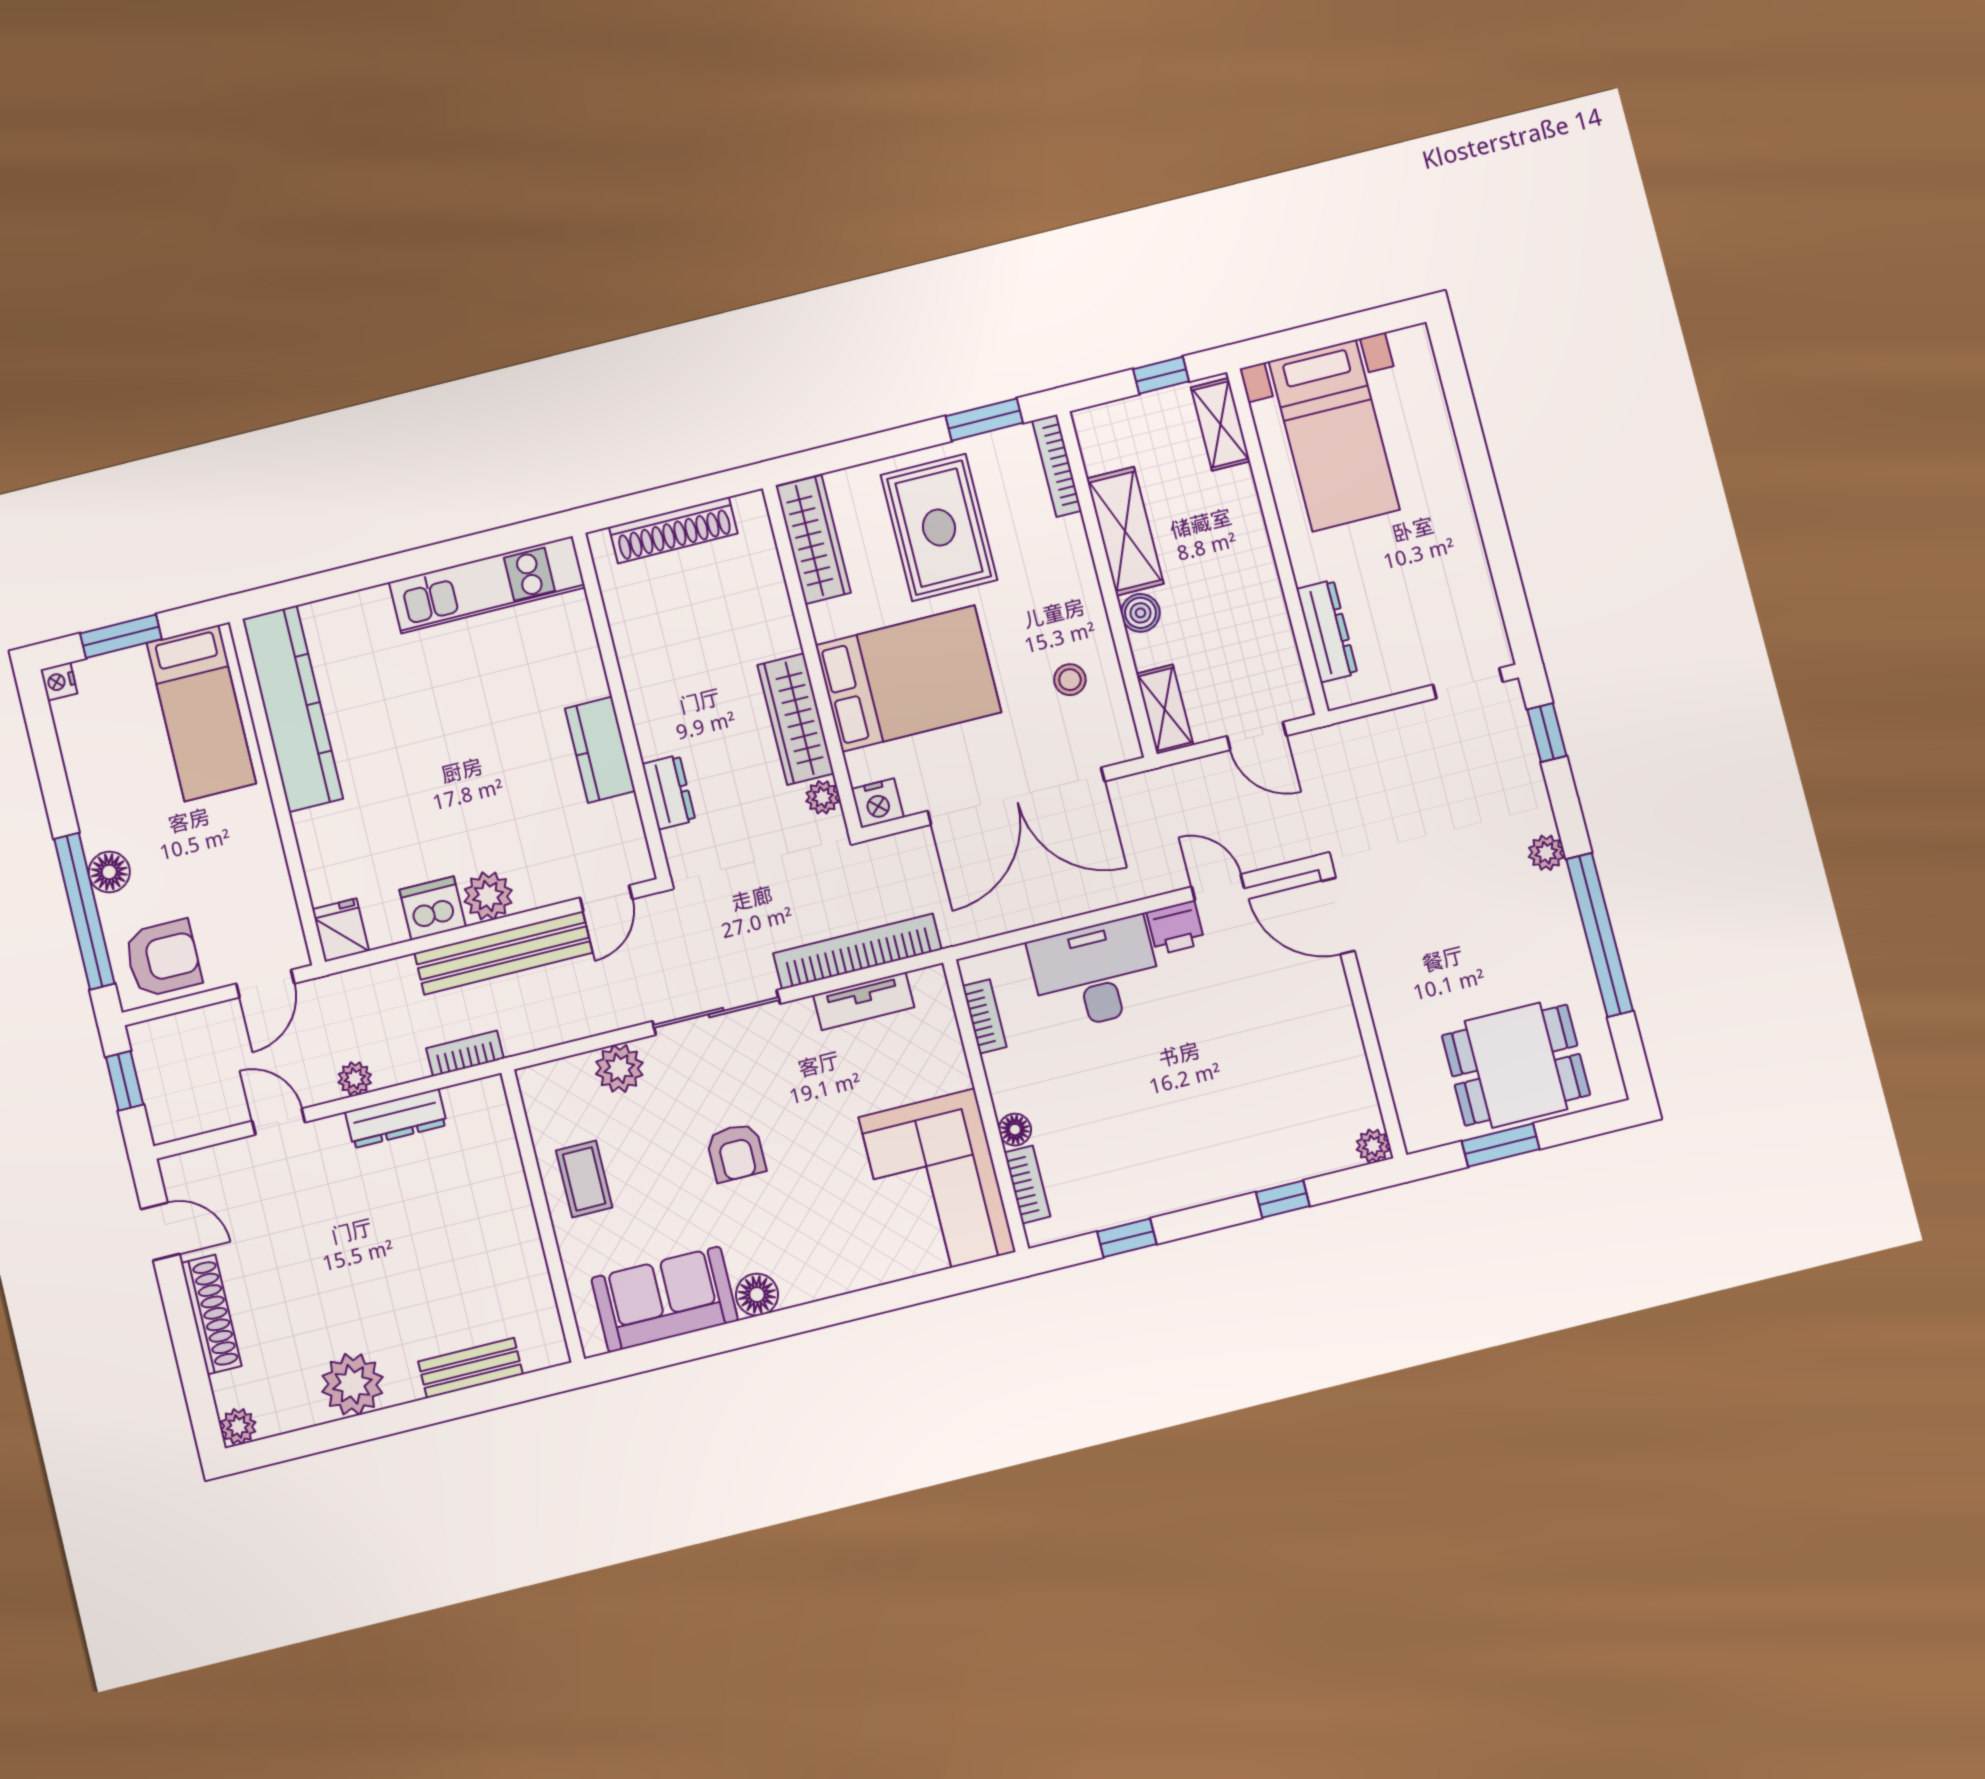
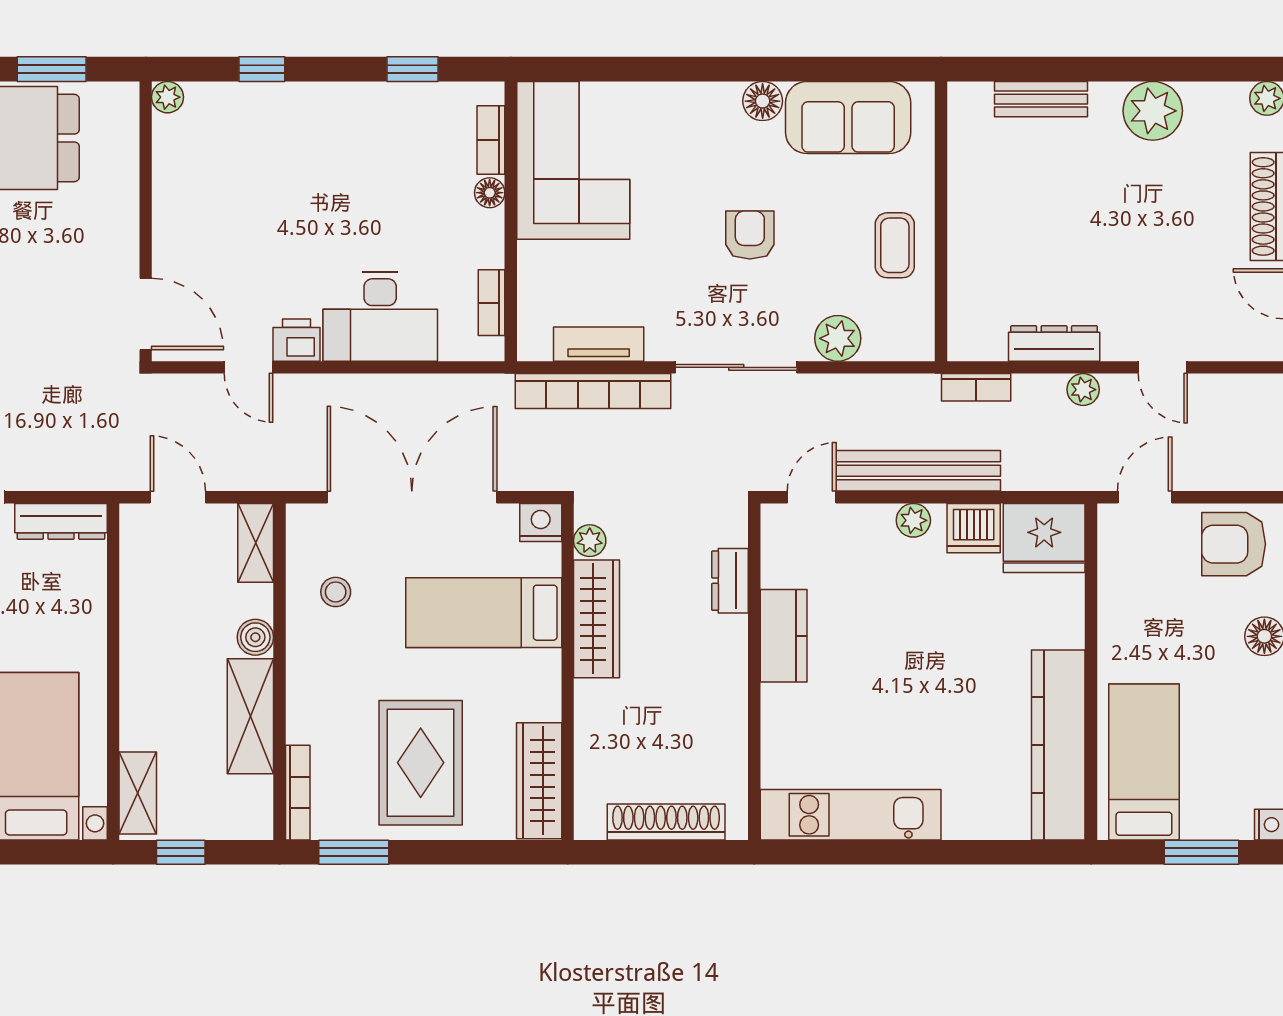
dresser: (1327, 631) -> (61, 521), moved, turned -90
bed: (908, 679) -> (484, 613), width x0.67
plant: (488, 896) -> (913, 520), width x0.73, depth x0.73
fridge: (341, 930) -> (1044, 538), width x1.88, depth x1.34

